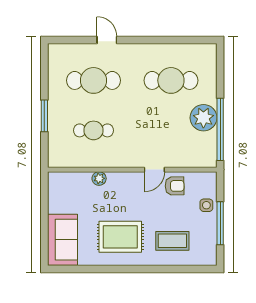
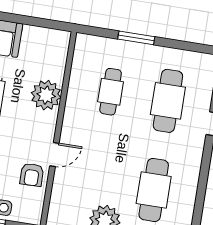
door: (154, 170) -> (54, 155), swing flipped
plant: (99, 178) -> (46, 95), width x1.88, depth x1.88

